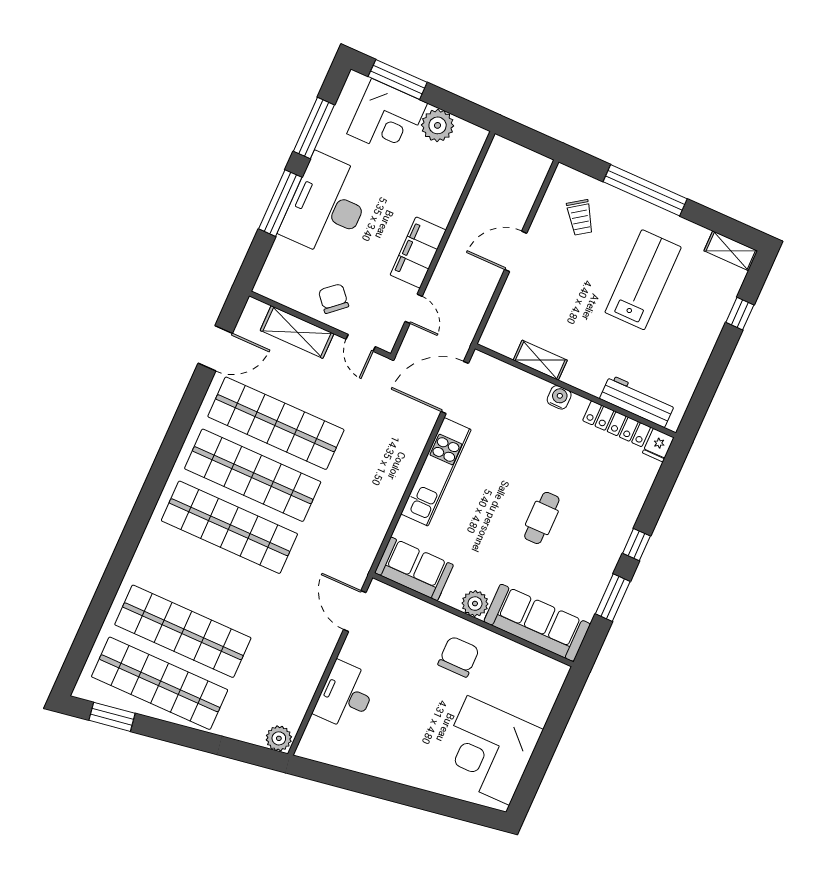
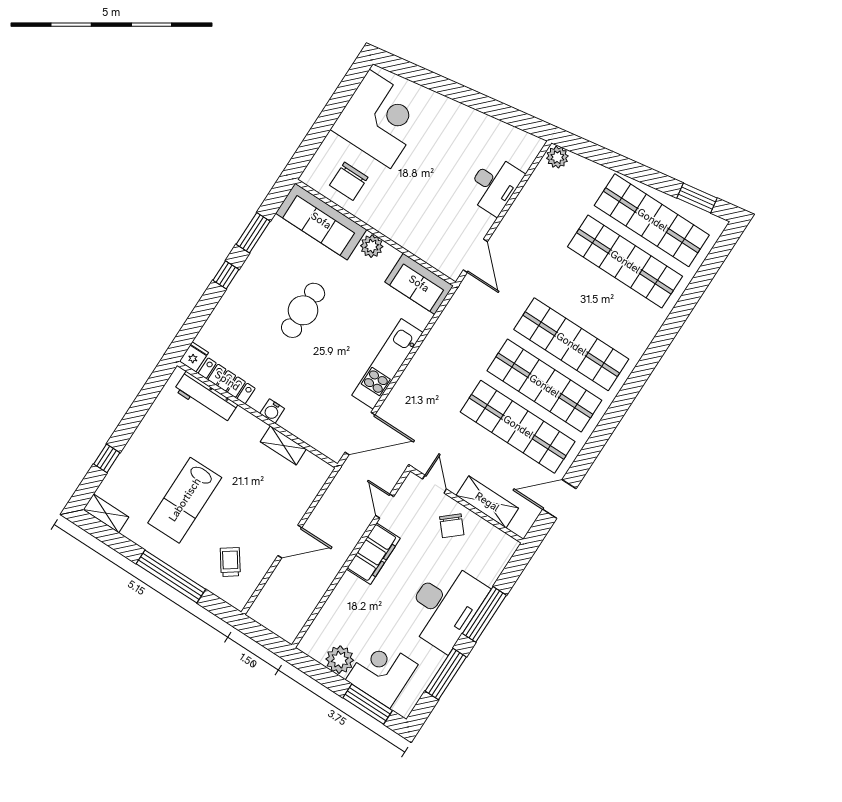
cafe table: (542, 518) -> (303, 310), width x1.37, depth x1.35
chair: (459, 657) -> (349, 181), moved

